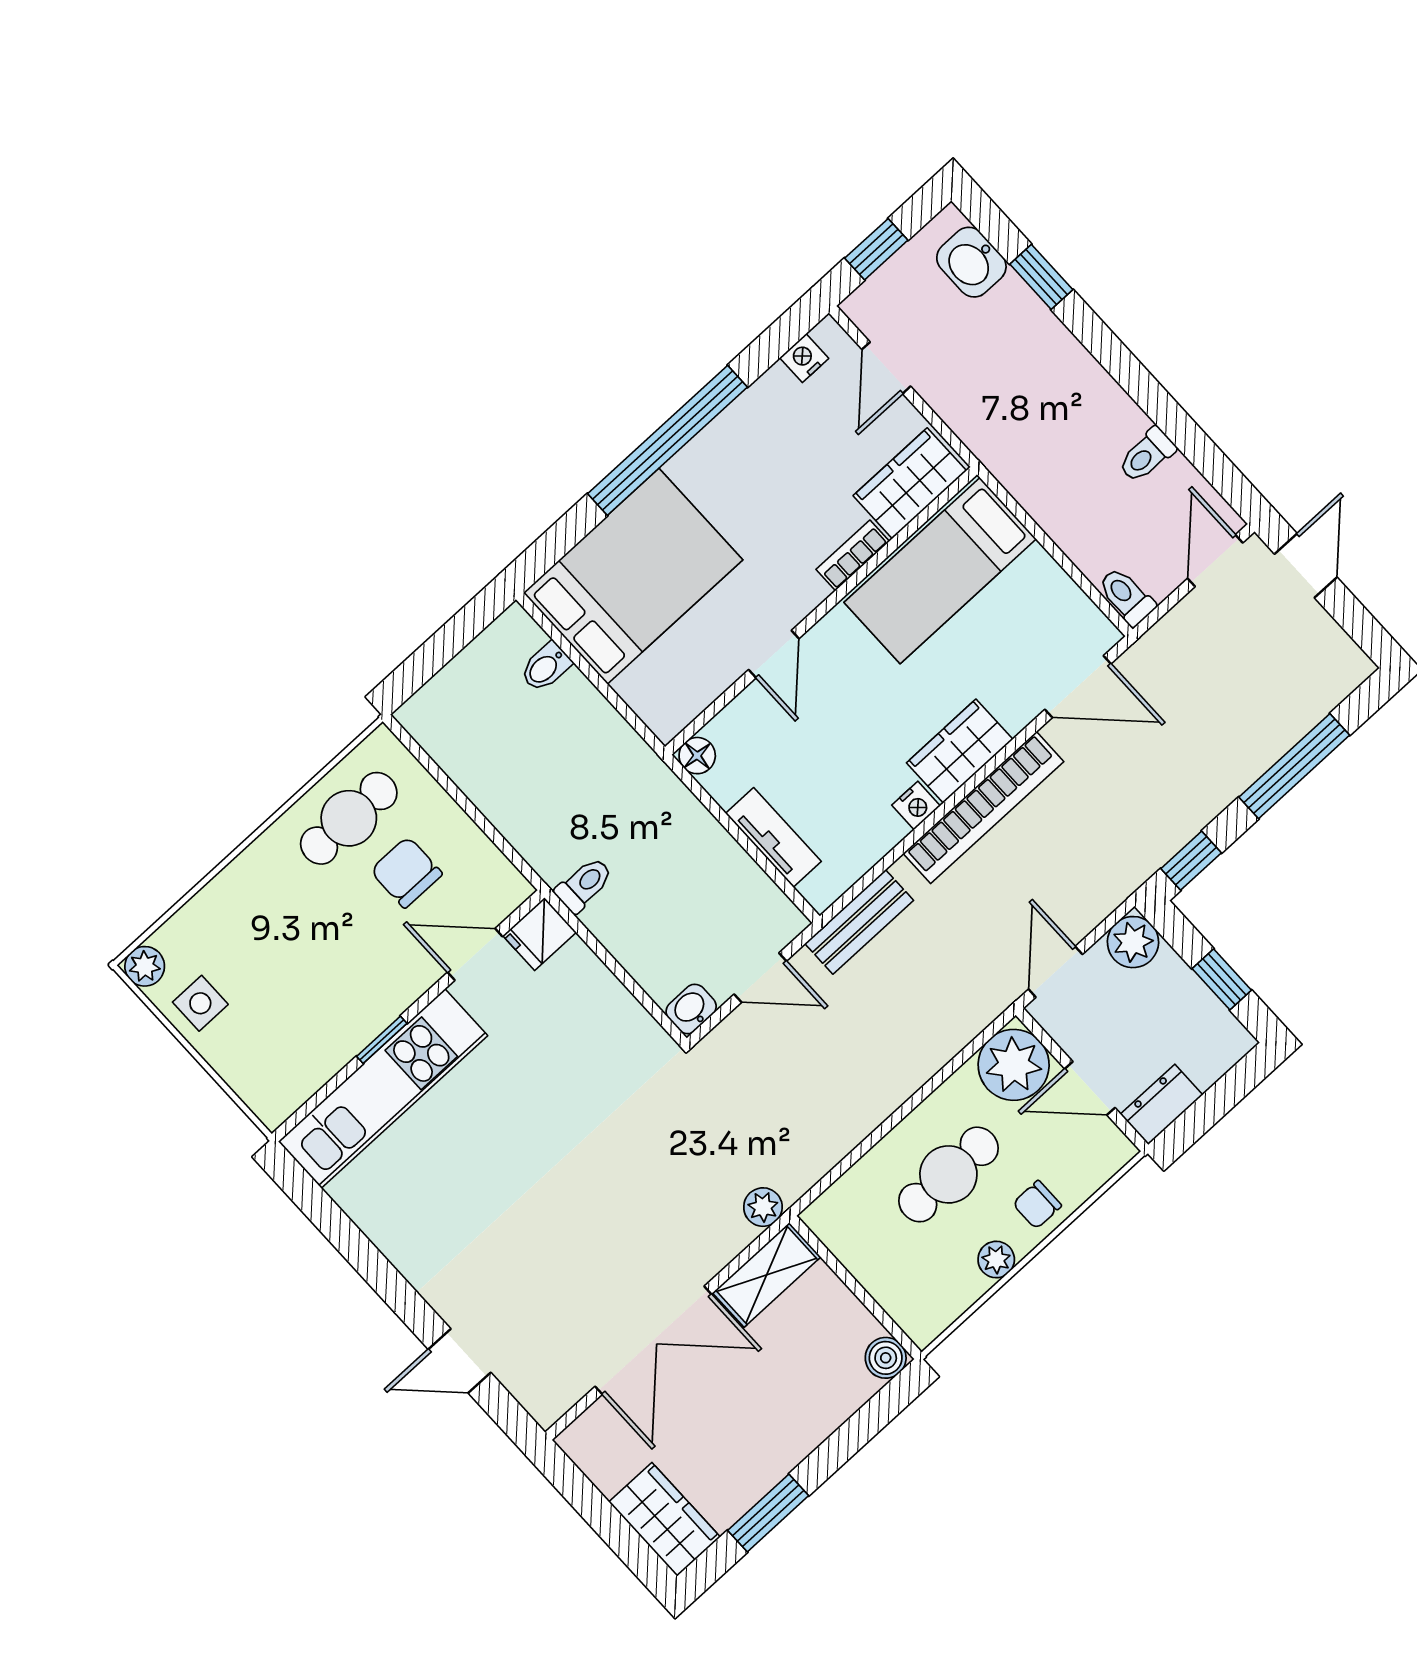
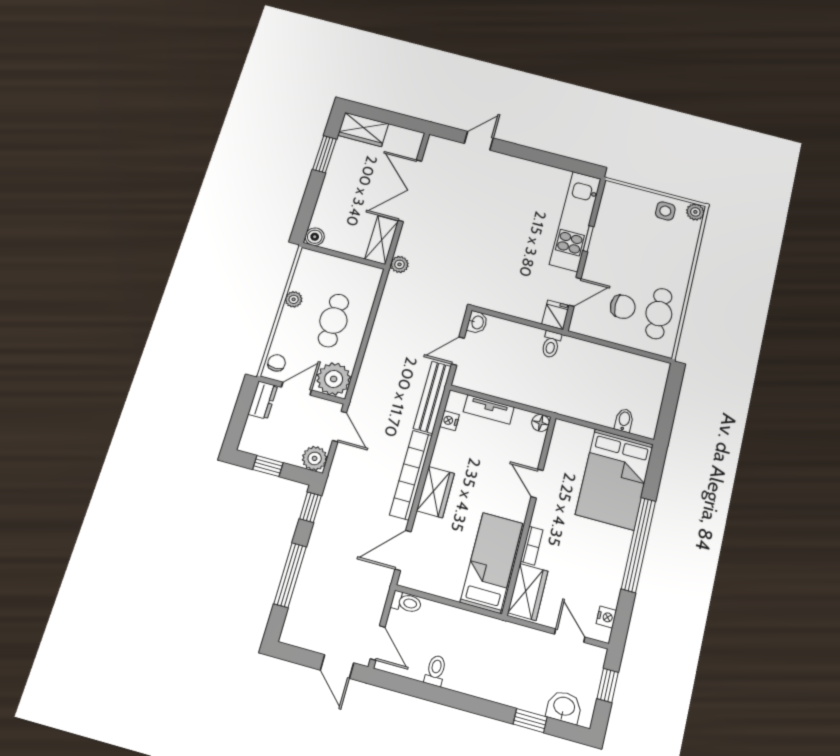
nightstand: (916, 805) -> (450, 421), moved
bench: (859, 922) -> (432, 397), width x1.36
chair: (1037, 1205) -> (277, 363), moved

